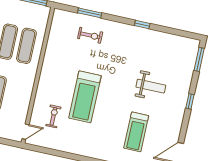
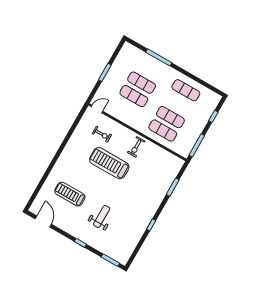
exercise bike: (90, 35) -> (136, 147), moved
weight bench: (151, 86) -> (102, 216), turned 180
door: (25, 132) -> (97, 109), swing flipped

